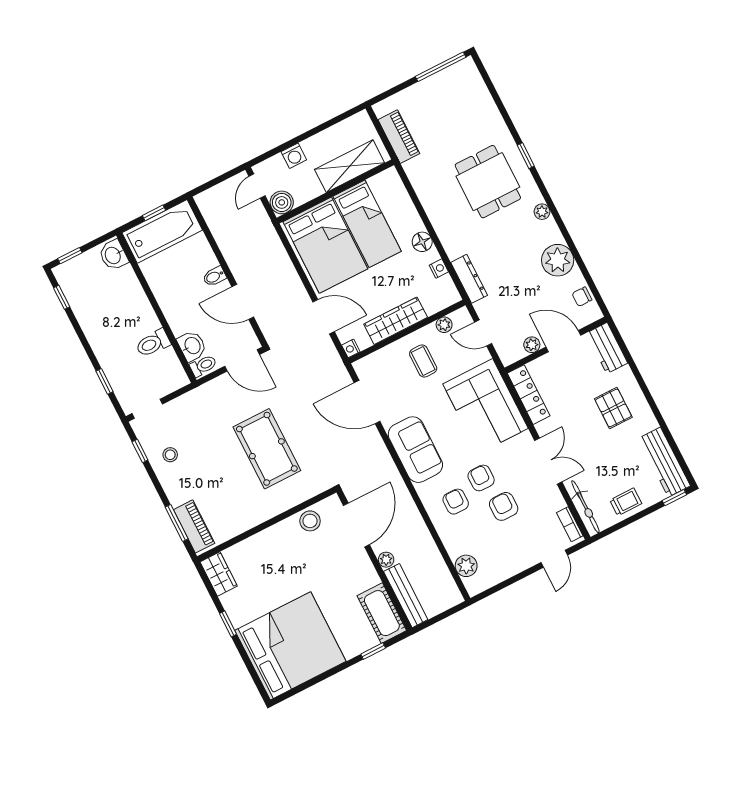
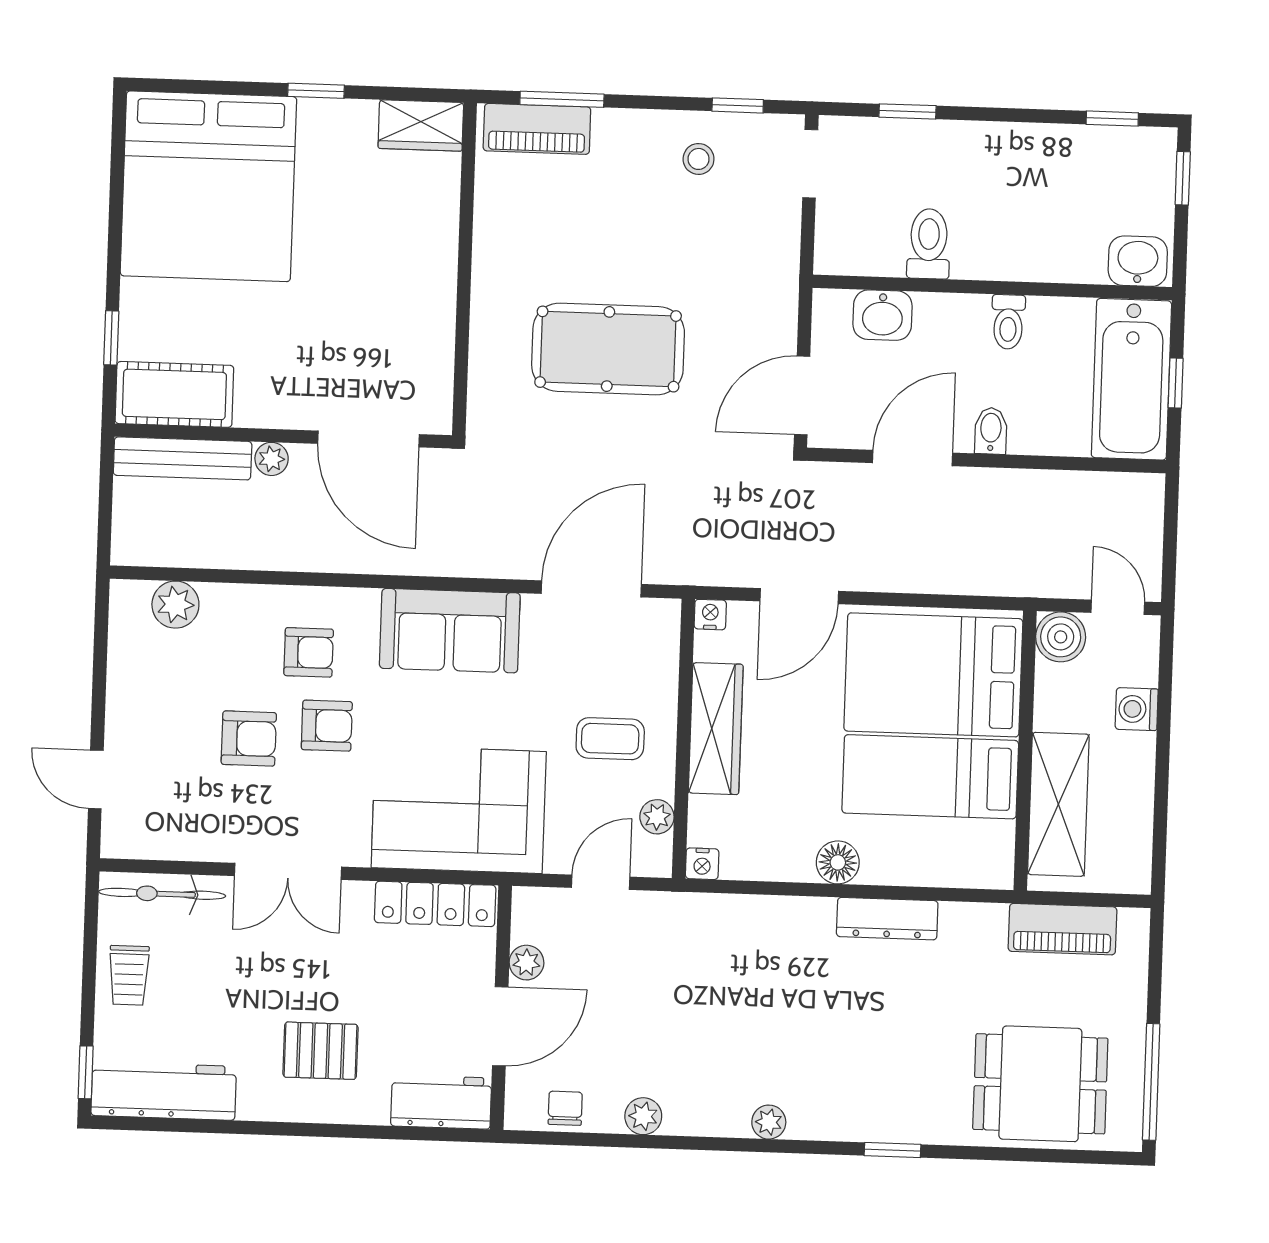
dining table: (488, 182) -> (1040, 1084), moved
plant: (558, 260) -> (643, 1116), width x0.53, depth x0.53
nightstand: (439, 268) -> (702, 864), moved
dresser: (469, 279) -> (887, 919), moved
toilet: (203, 366) -> (1008, 322), moved
stool: (310, 521) -> (425, 355), removed
bookcase: (570, 524) -> (145, 845), removed

